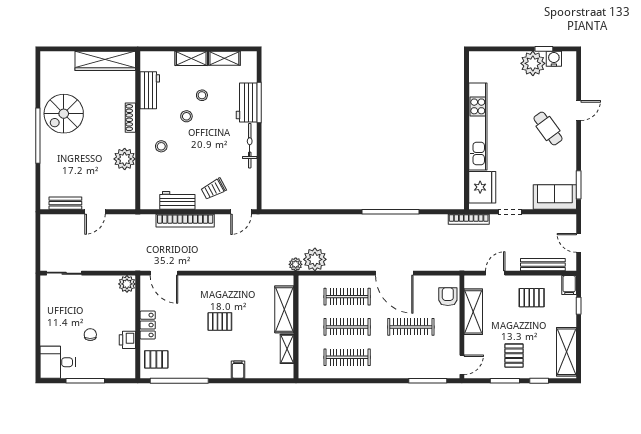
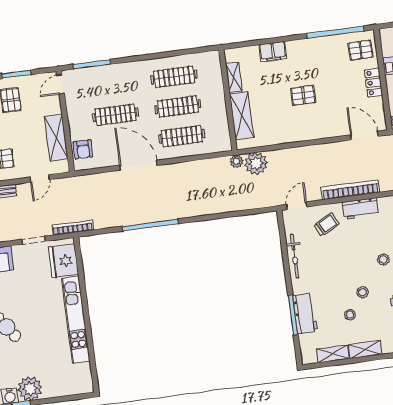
bicycle: (250, 146) -> (295, 256), moved
plant: (315, 259) -> (256, 164), moved
filing cabinet: (238, 370) -> (273, 52), width x2.00

